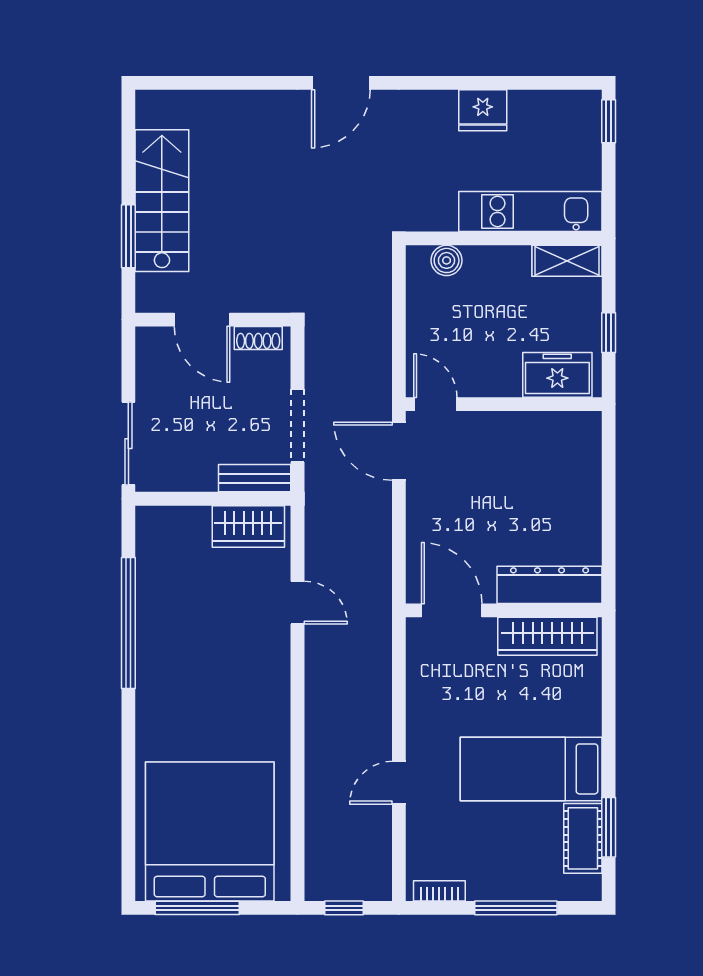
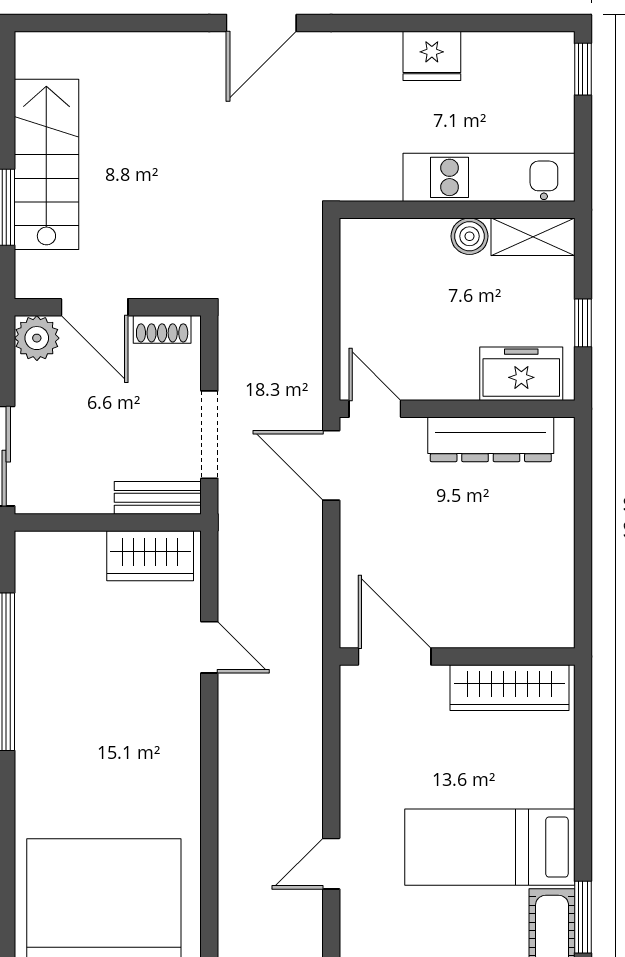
boiler: (447, 260) -> (470, 236), moved
plant: (154, 345) -> (37, 338), added
dresser: (549, 585) -> (491, 439), moved, turned 180

